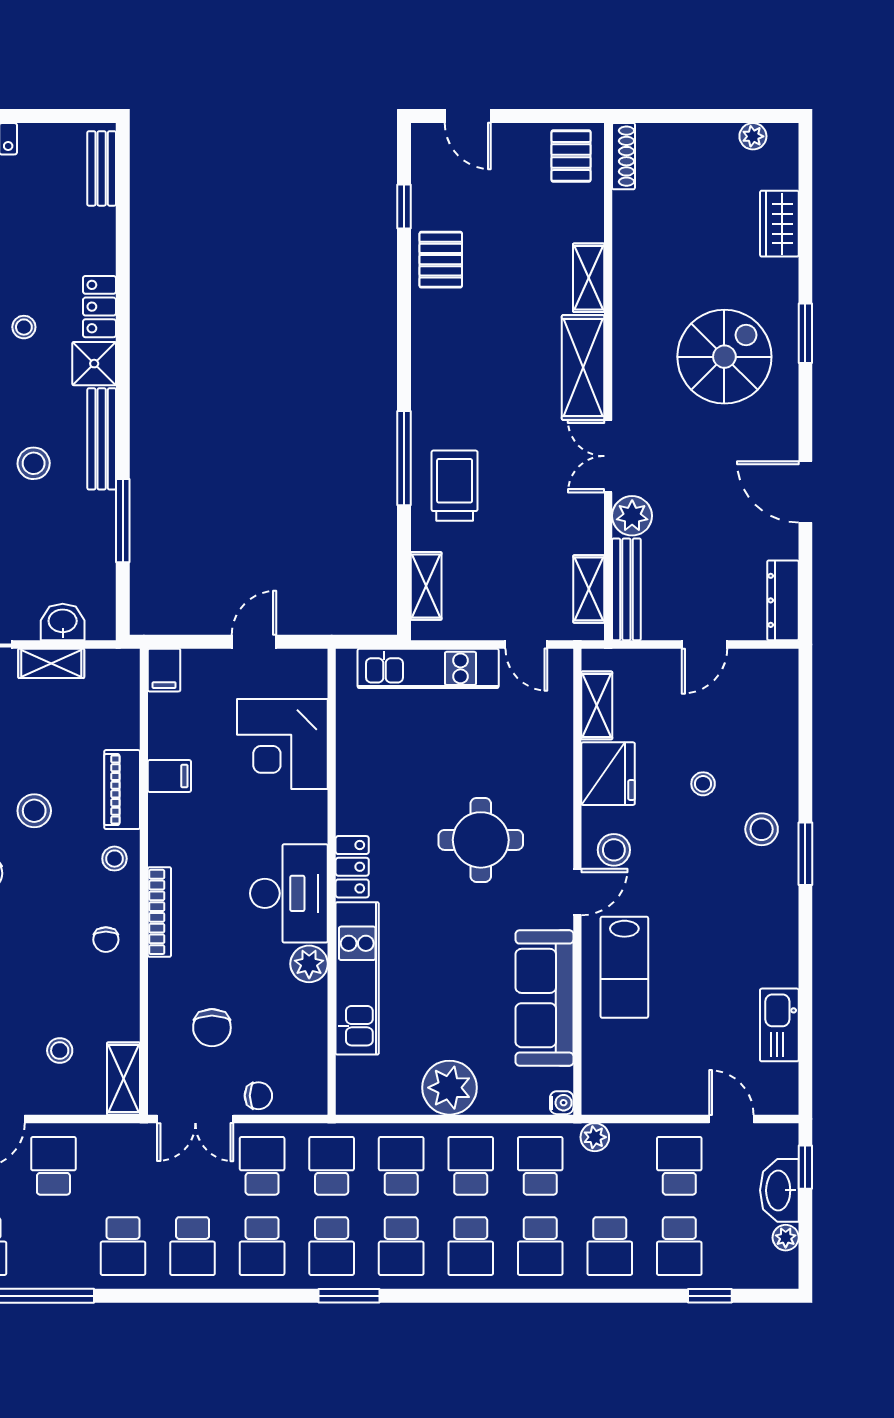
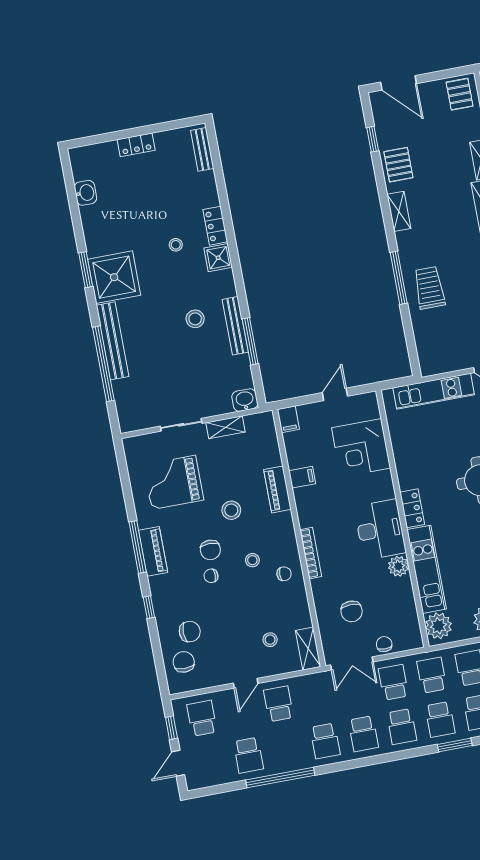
door: (468, 116) -> (398, 83), width x1.38
bench: (102, 439) -> (235, 326), moved
shelving: (426, 586) -> (399, 211), moved
washbasin: (63, 622) -> (245, 400), moved
stool: (114, 859) -> (252, 560), moved
chair: (106, 940) -> (284, 574), turned -90
plant: (360, 1081) -> (438, 626), added
chair: (258, 1096) -> (384, 644), turned -90

